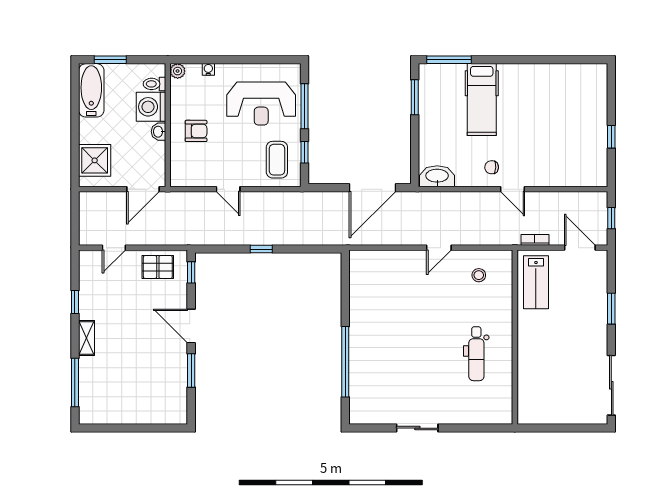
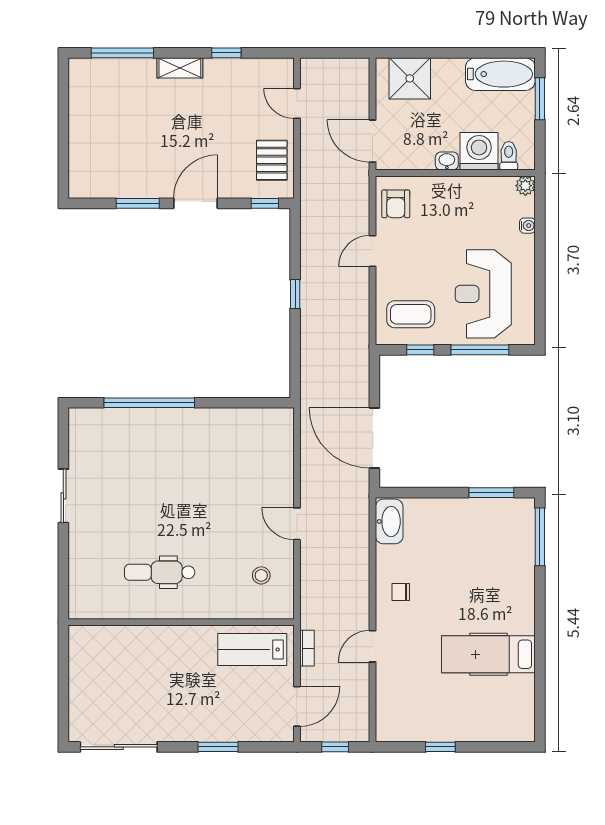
hospital bed: (482, 100) -> (488, 654), moved
armchair: (196, 131) -> (396, 204), moved
chair: (492, 167) -> (401, 592), turned -92
door: (513, 189) -> (373, 646), moved

